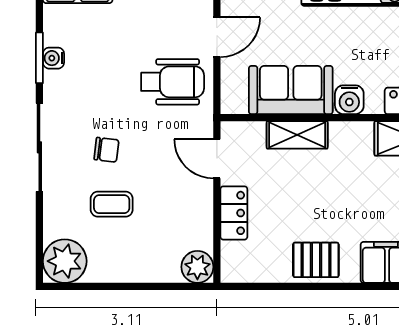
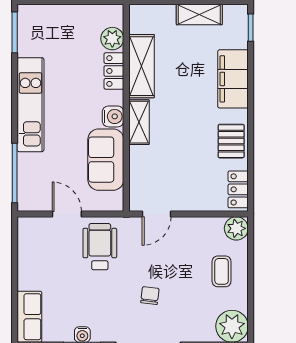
shelving: (297, 135) -> (139, 122), moved
coffee table: (112, 204) -> (222, 271), moved
locker: (234, 213) -> (238, 189), moved, turned -90

